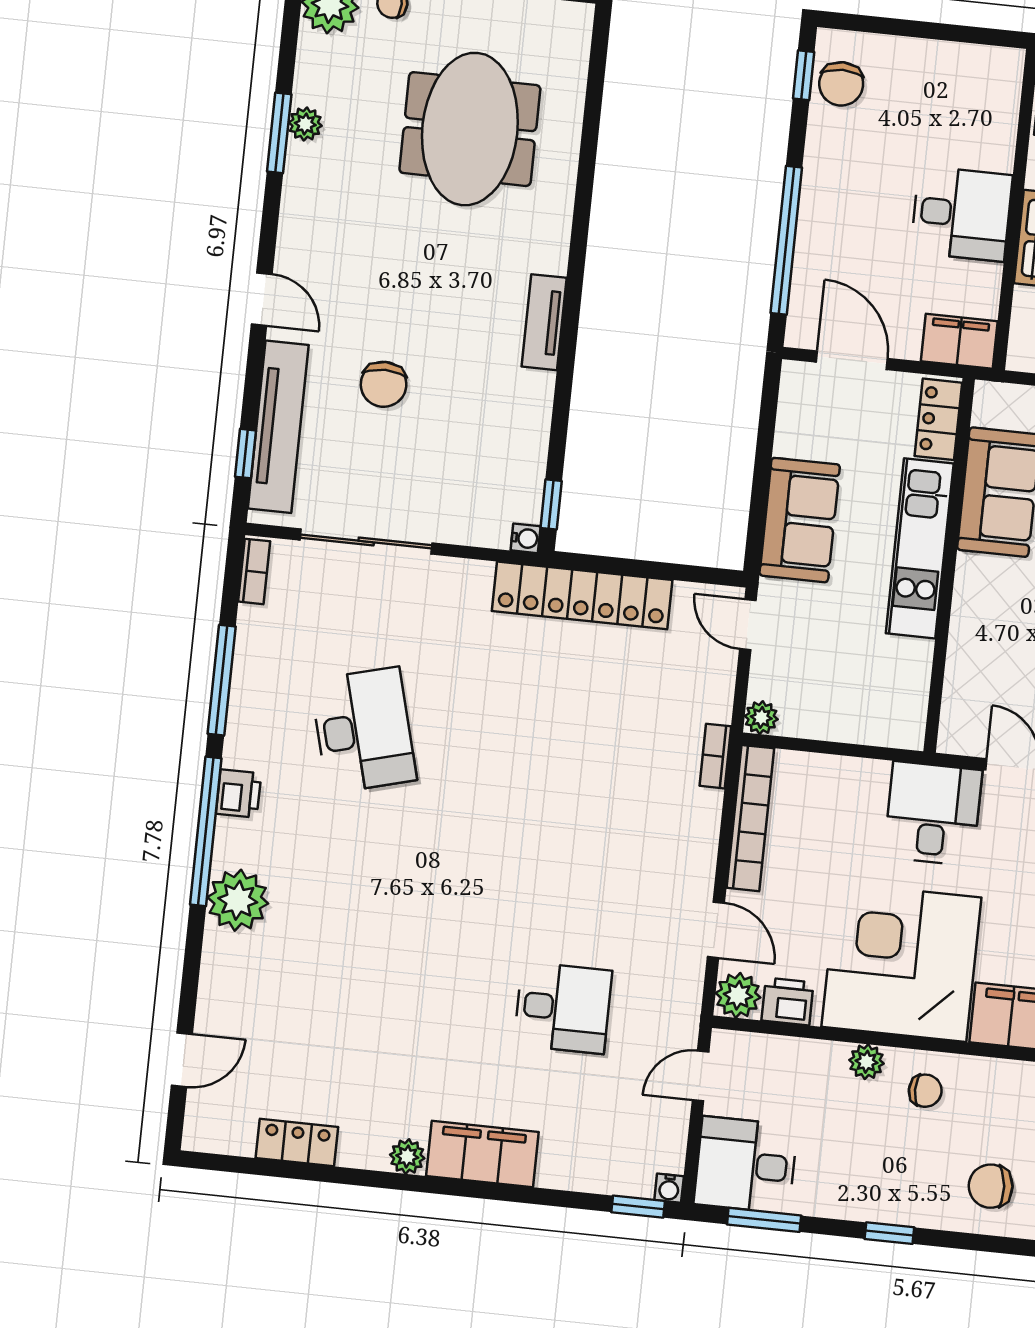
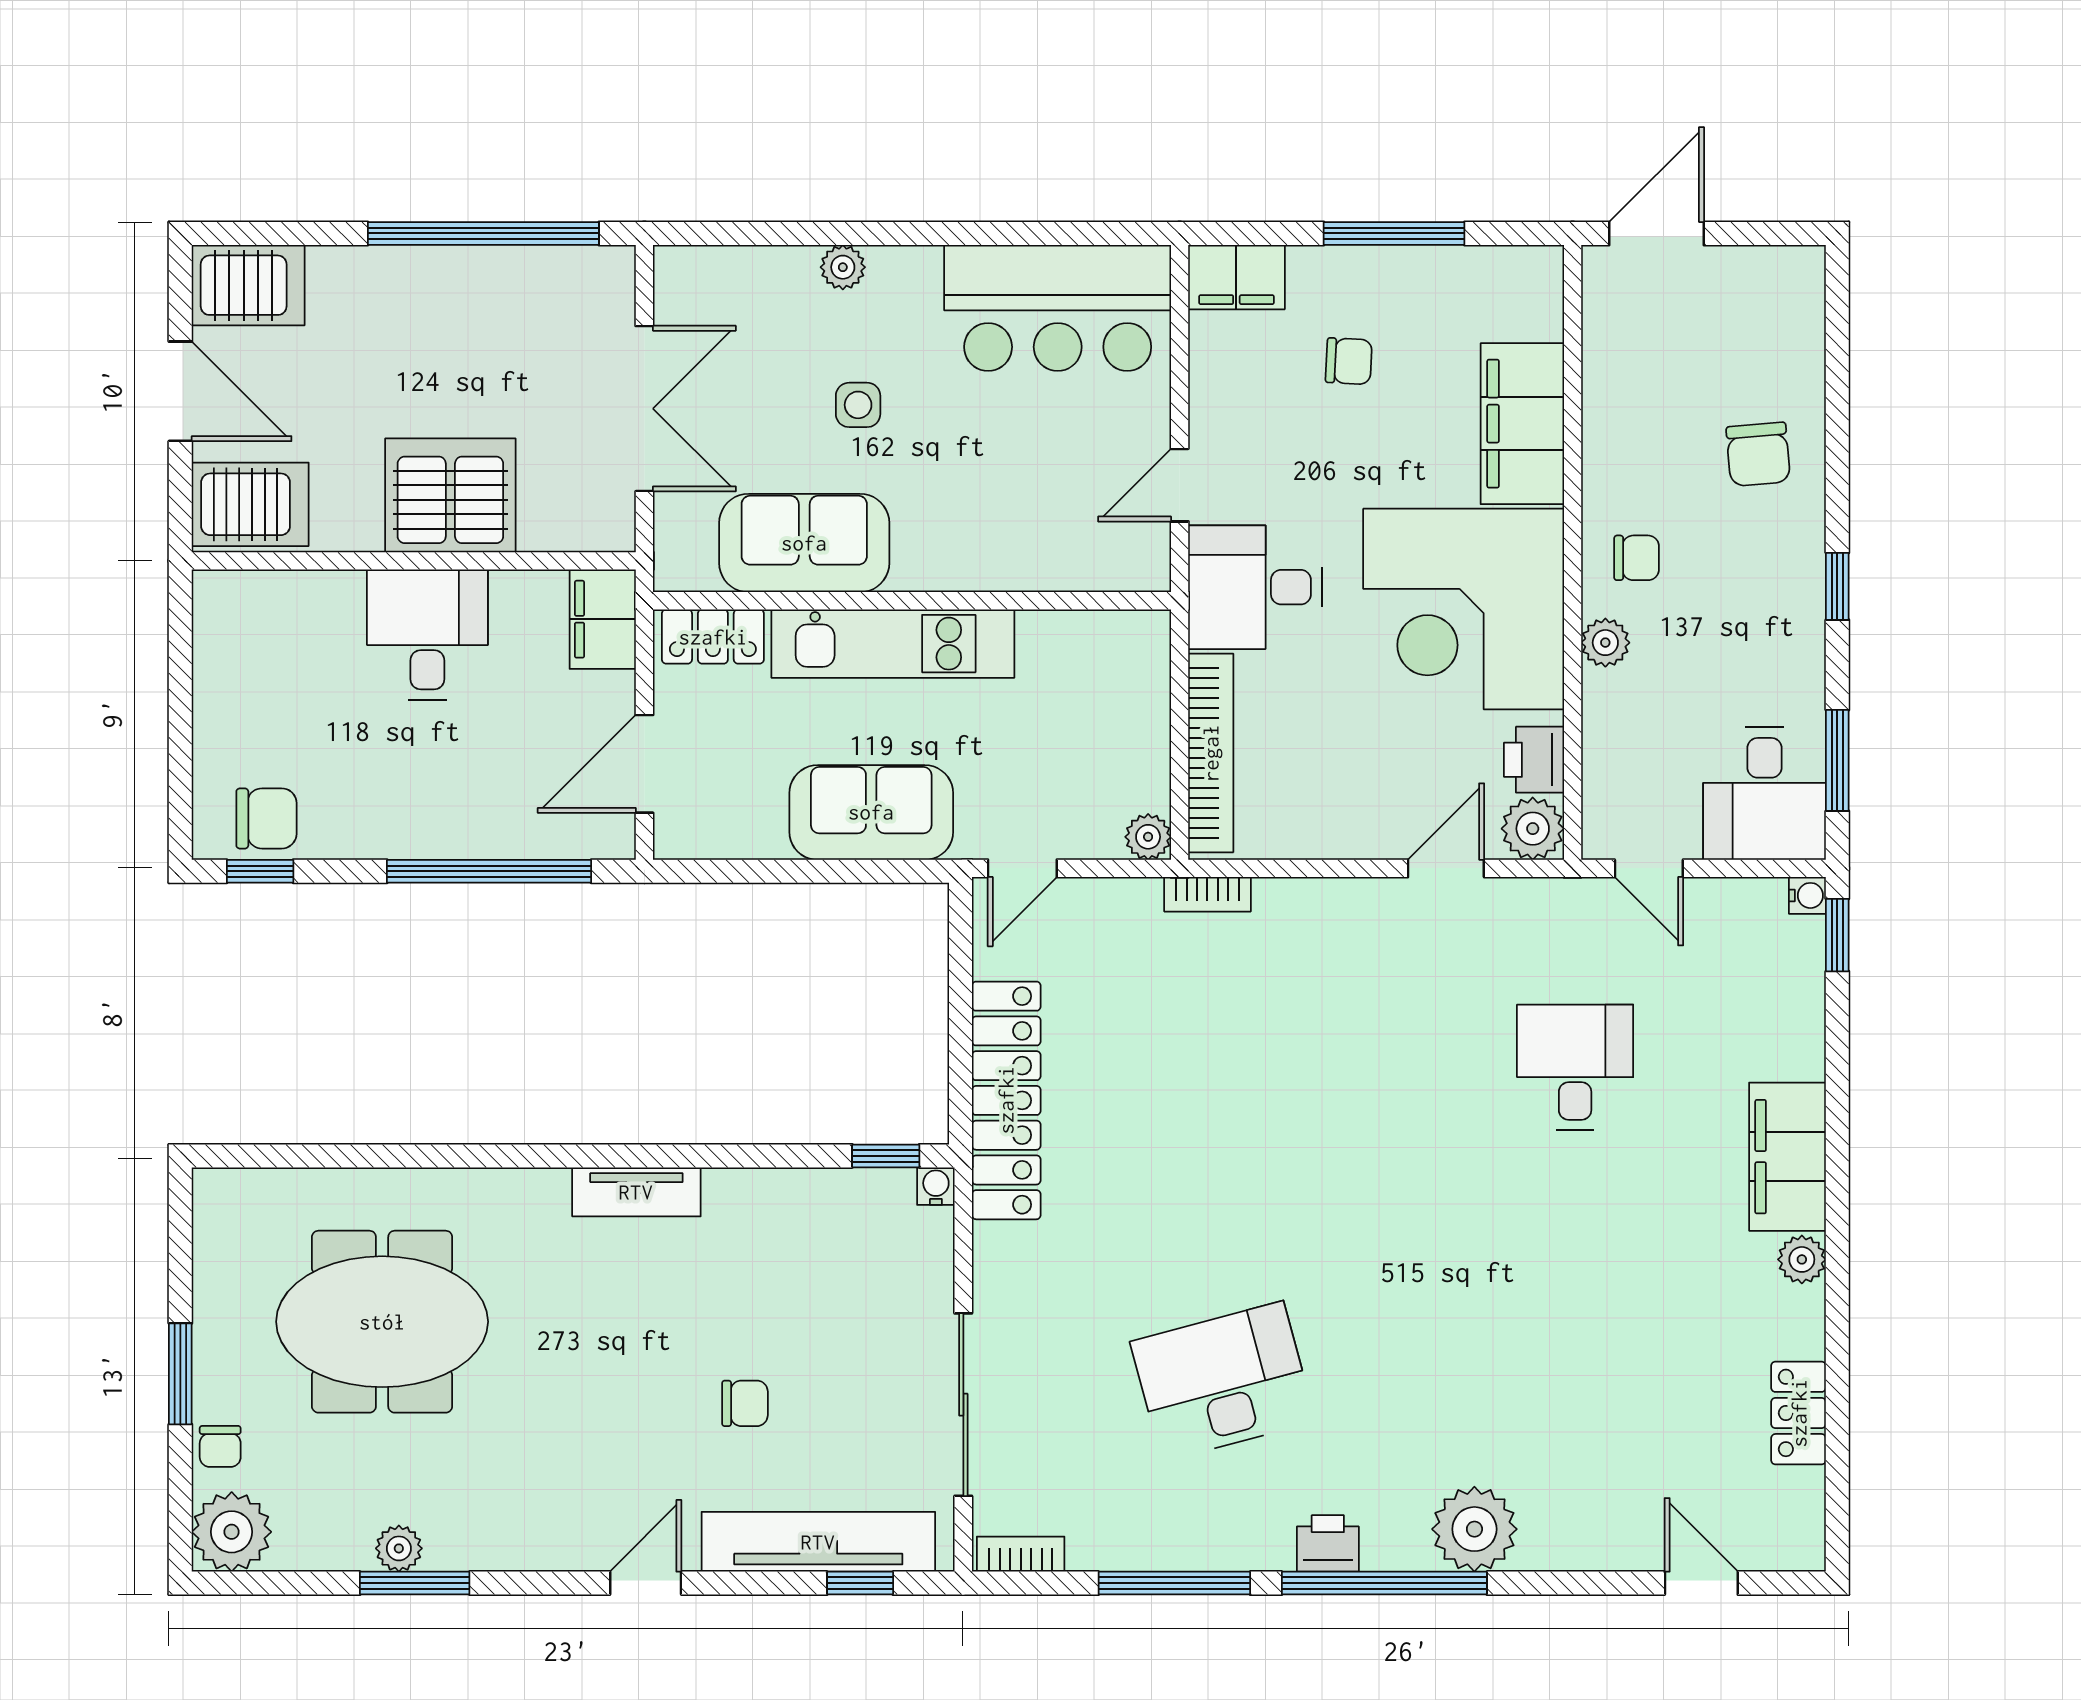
chair: (384, 384) -> (745, 1403), width x0.73, depth x0.73
bookcase: (750, 818) -> (1211, 753), moved, turned 90
chair: (925, 1091) -> (1637, 558), turned 90

